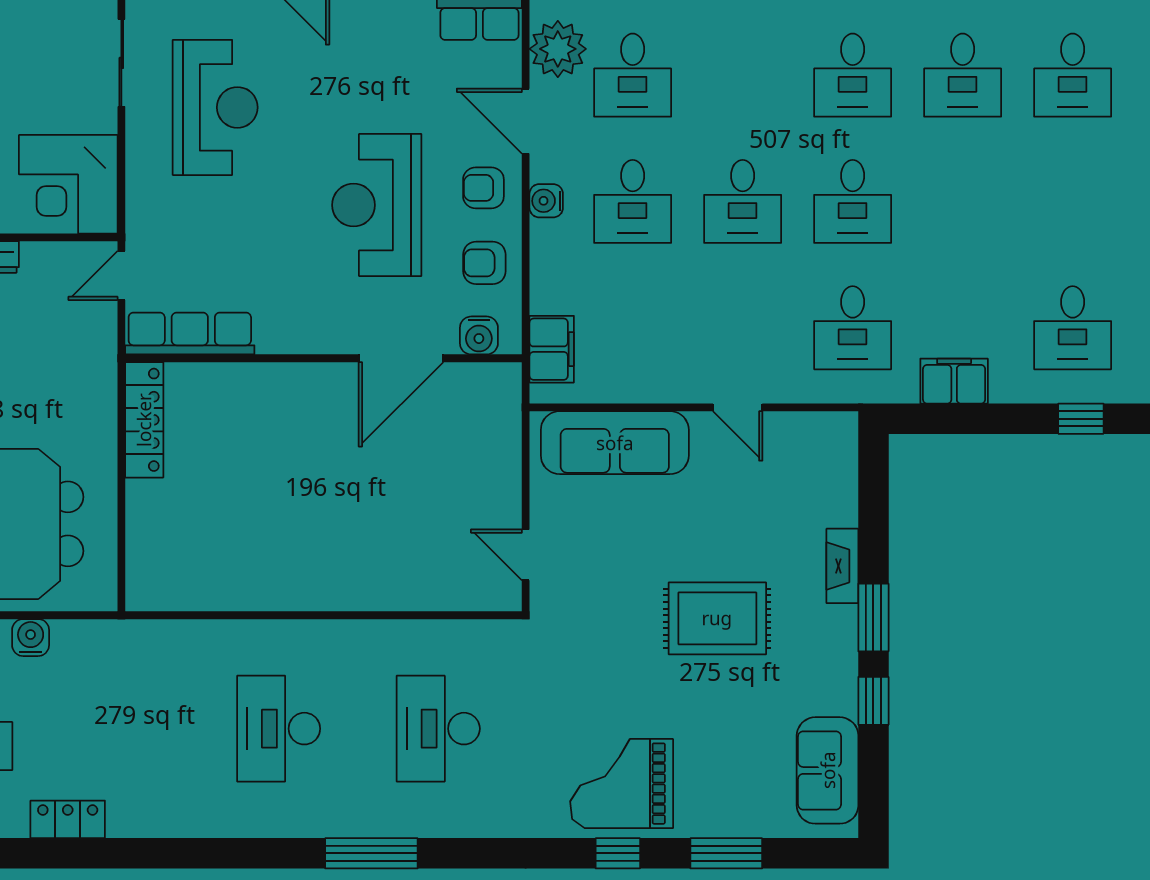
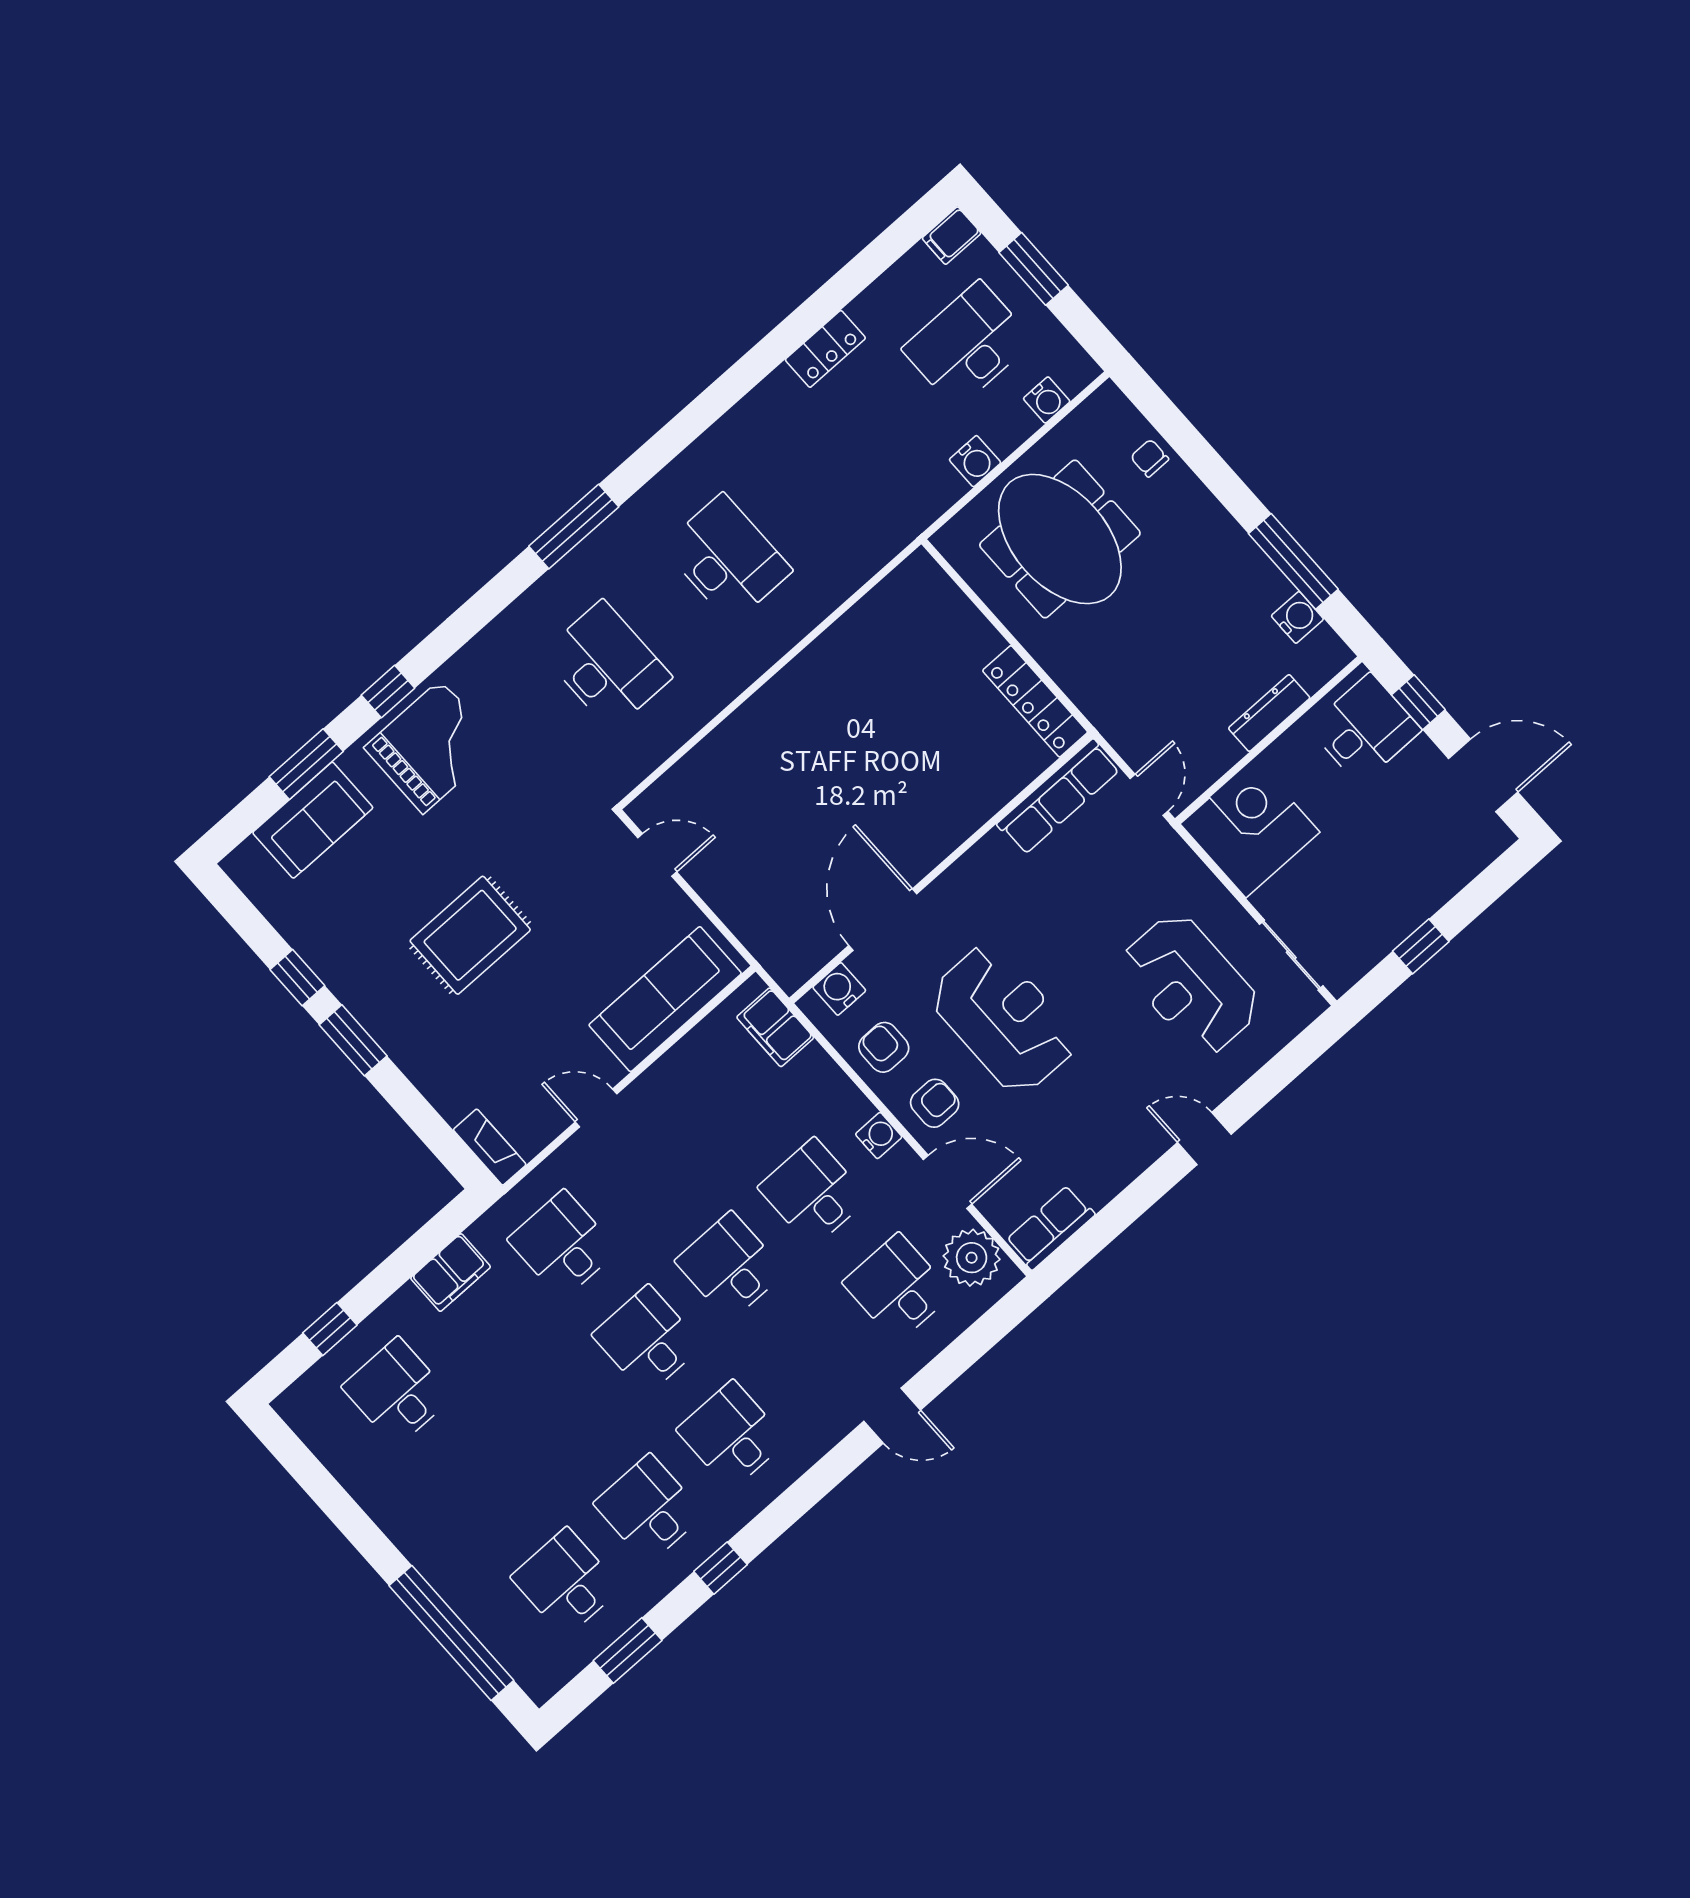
armchair: (484, 263) -> (884, 1047), turned -90
fireplace: (842, 566) -> (490, 1147), moved
sofa: (828, 770) -> (313, 820), moved, turned 90

